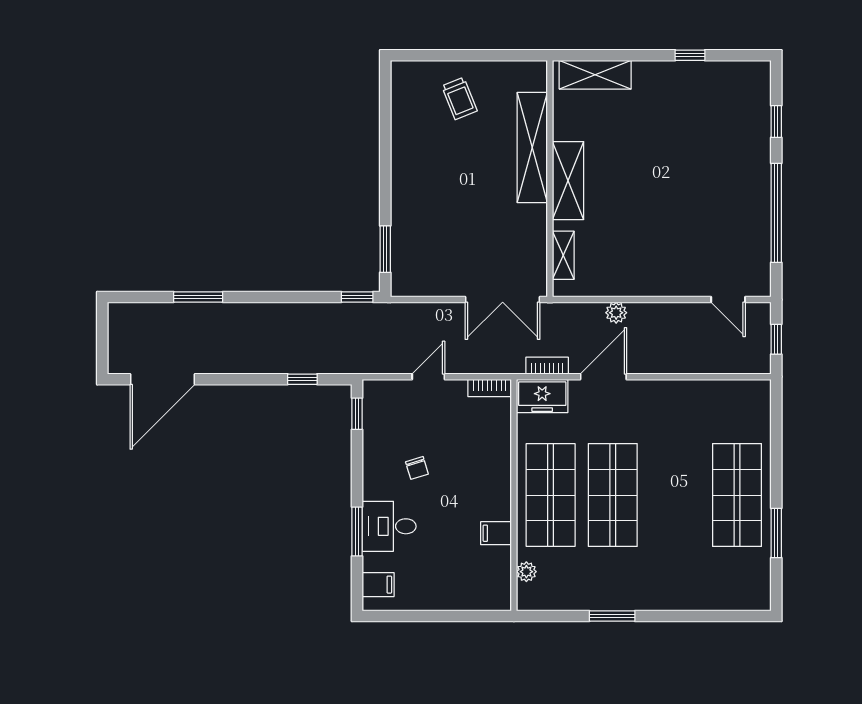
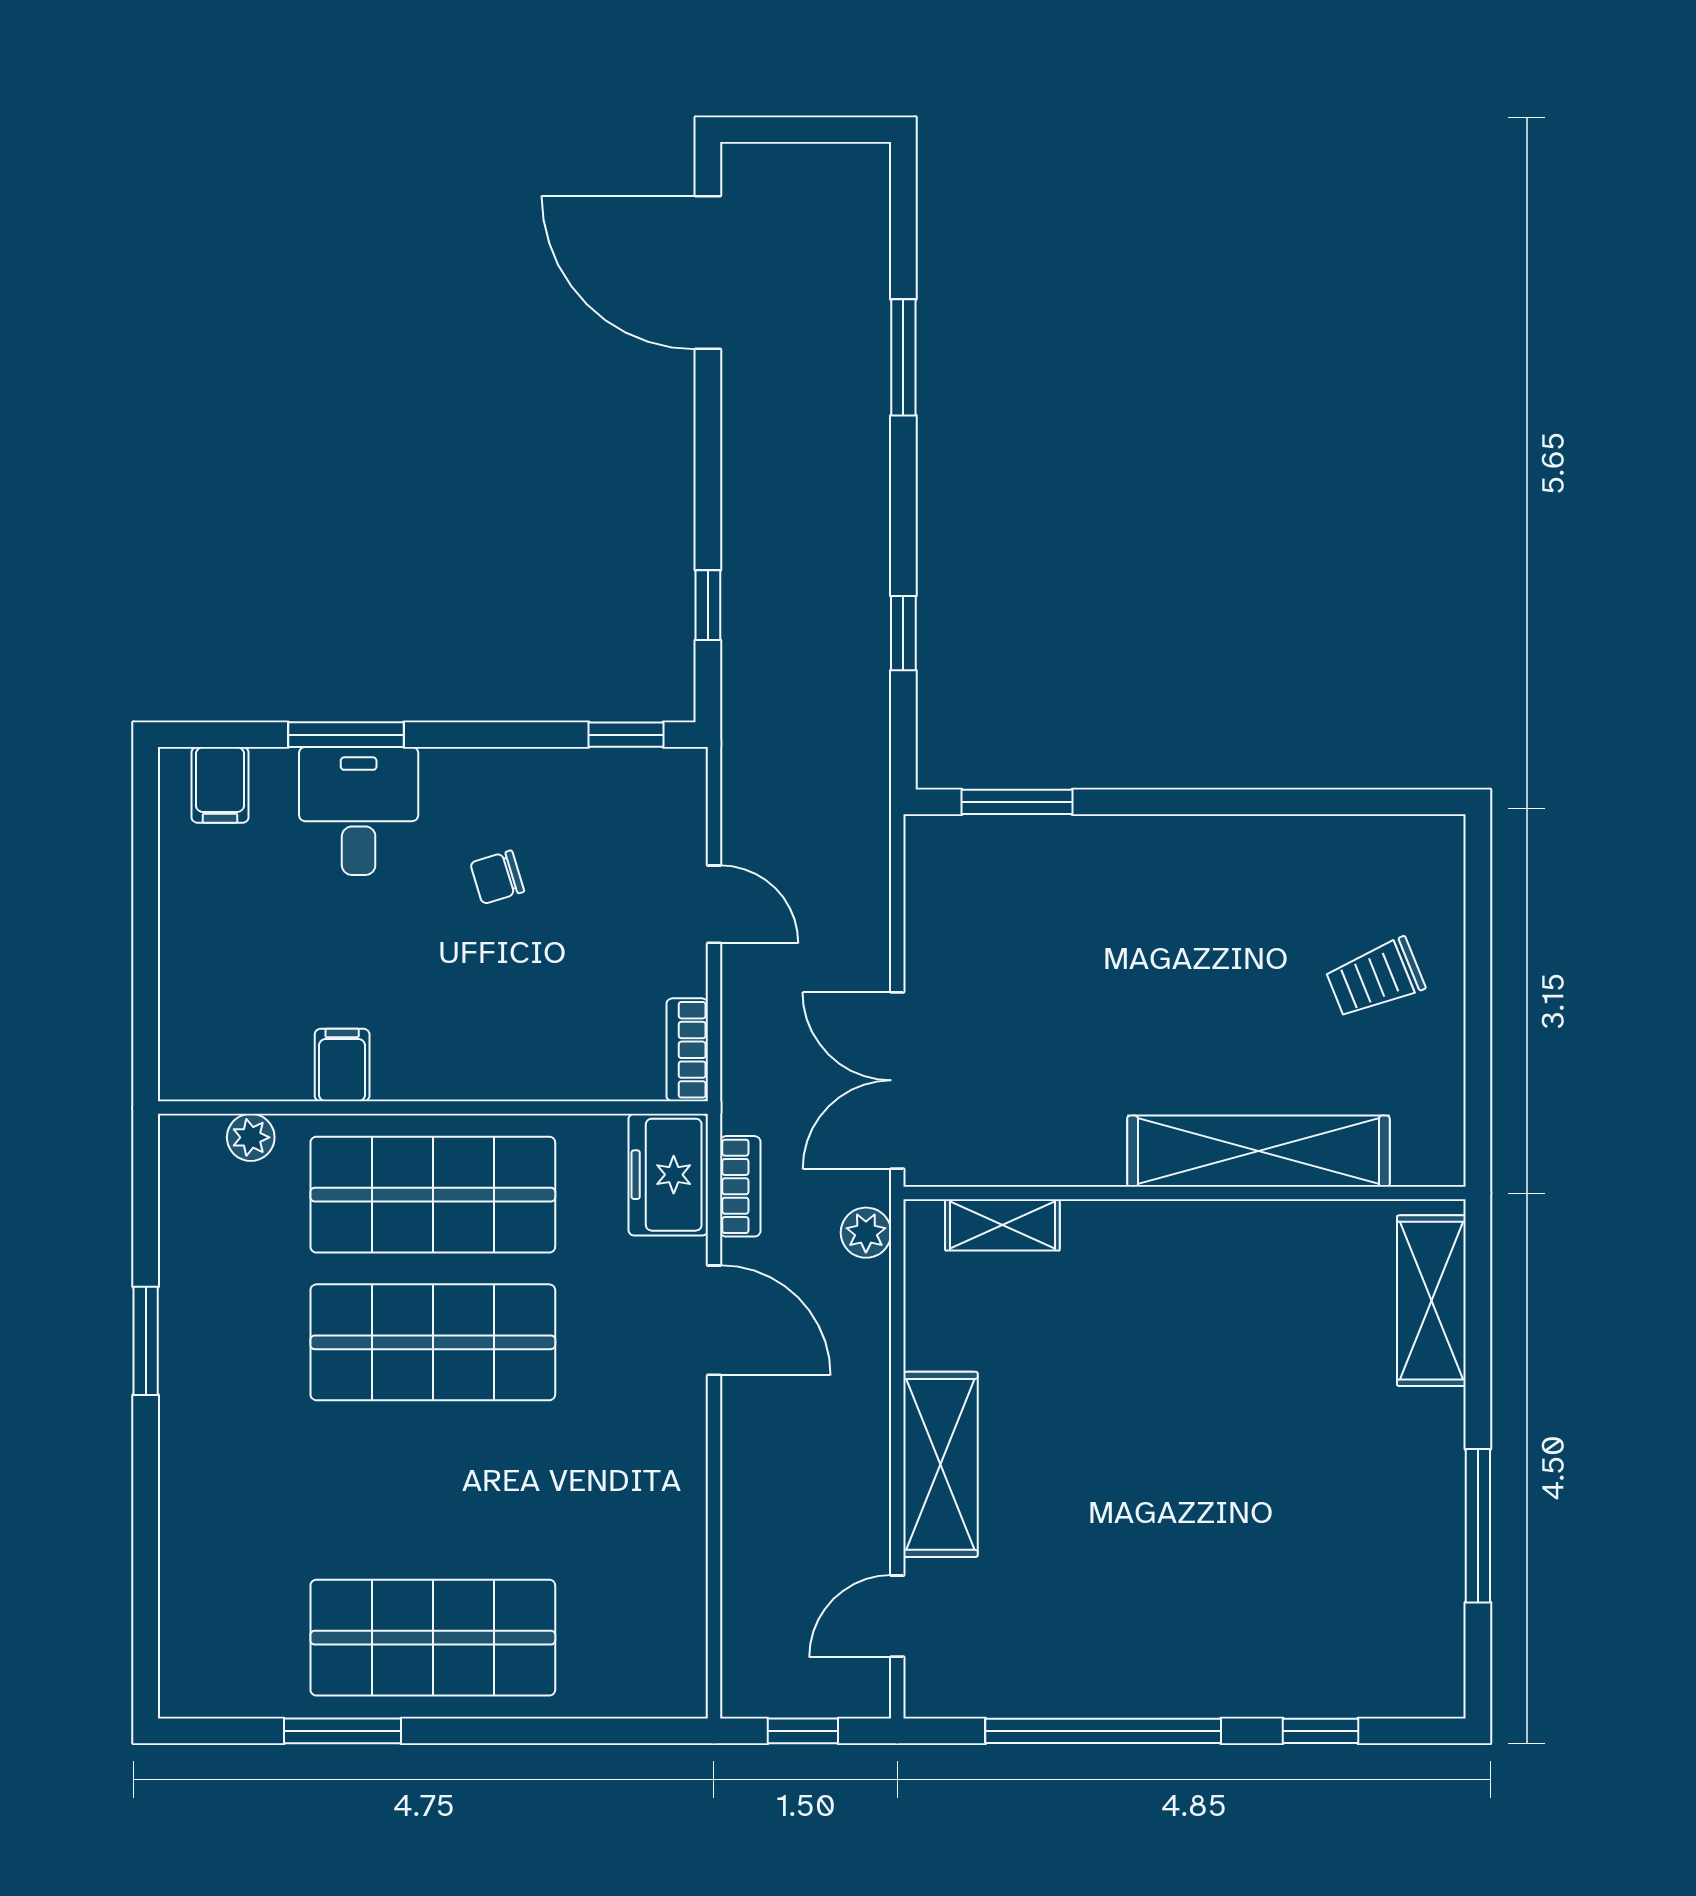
window: (690, 55) -> (1478, 1526), width x2.17
shelving: (568, 181) -> (941, 1464), moved, turned 90
window: (357, 297) -> (903, 633), moved
plant: (616, 313) -> (866, 1233), moved

